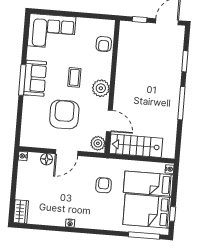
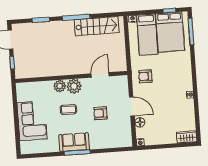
corner sofa: (52, 31) -> (32, 121), moved
armchair: (104, 44) -> (37, 89), removed
armchair: (64, 114) -> (100, 113), width x0.53, depth x0.53
plant: (98, 143) -> (60, 86), moved
stairs: (136, 146) -> (97, 26), moved, turned -90
armchair: (104, 185) -> (145, 76), moved

